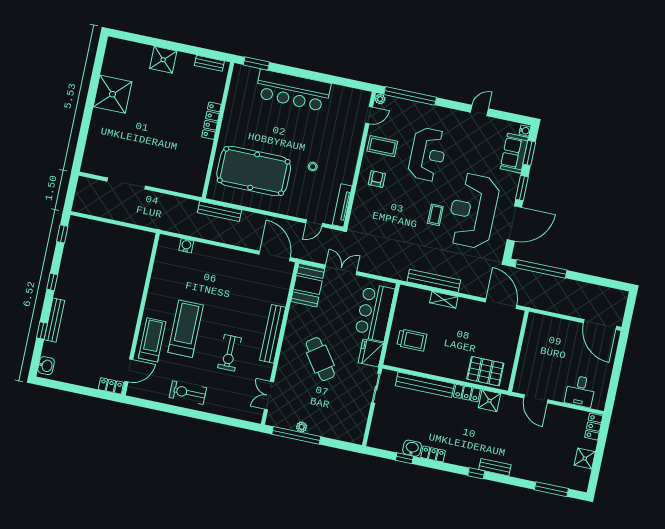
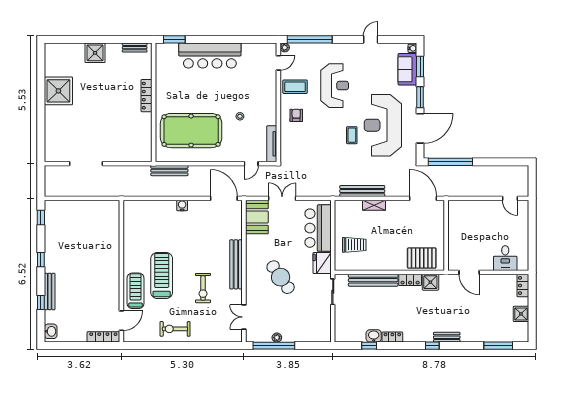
water cooler: (186, 246) -> (182, 205), moved
door: (600, 324) -> (510, 198), width x0.53
locker: (111, 386) -> (103, 337), width x1.53

